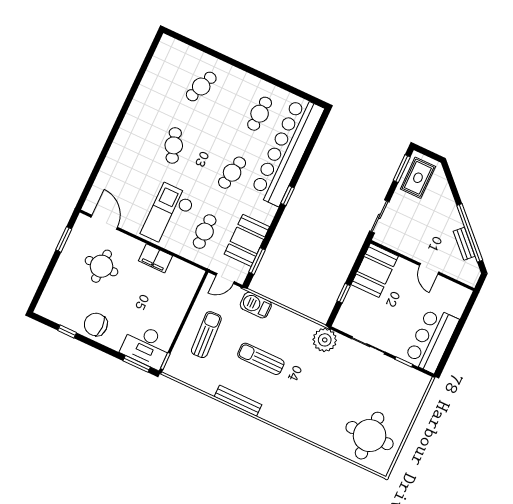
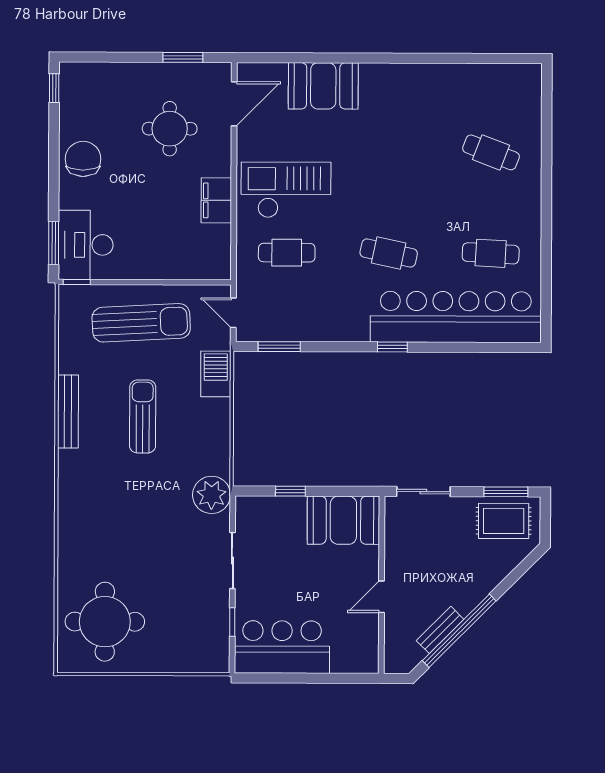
cafe table: (174, 145) -> (389, 152), removed
booth: (247, 240) -> (323, 86), moved
window: (67, 331) -> (54, 88), moved
sun lounger: (206, 335) -> (141, 323), width x1.36, depth x1.34

